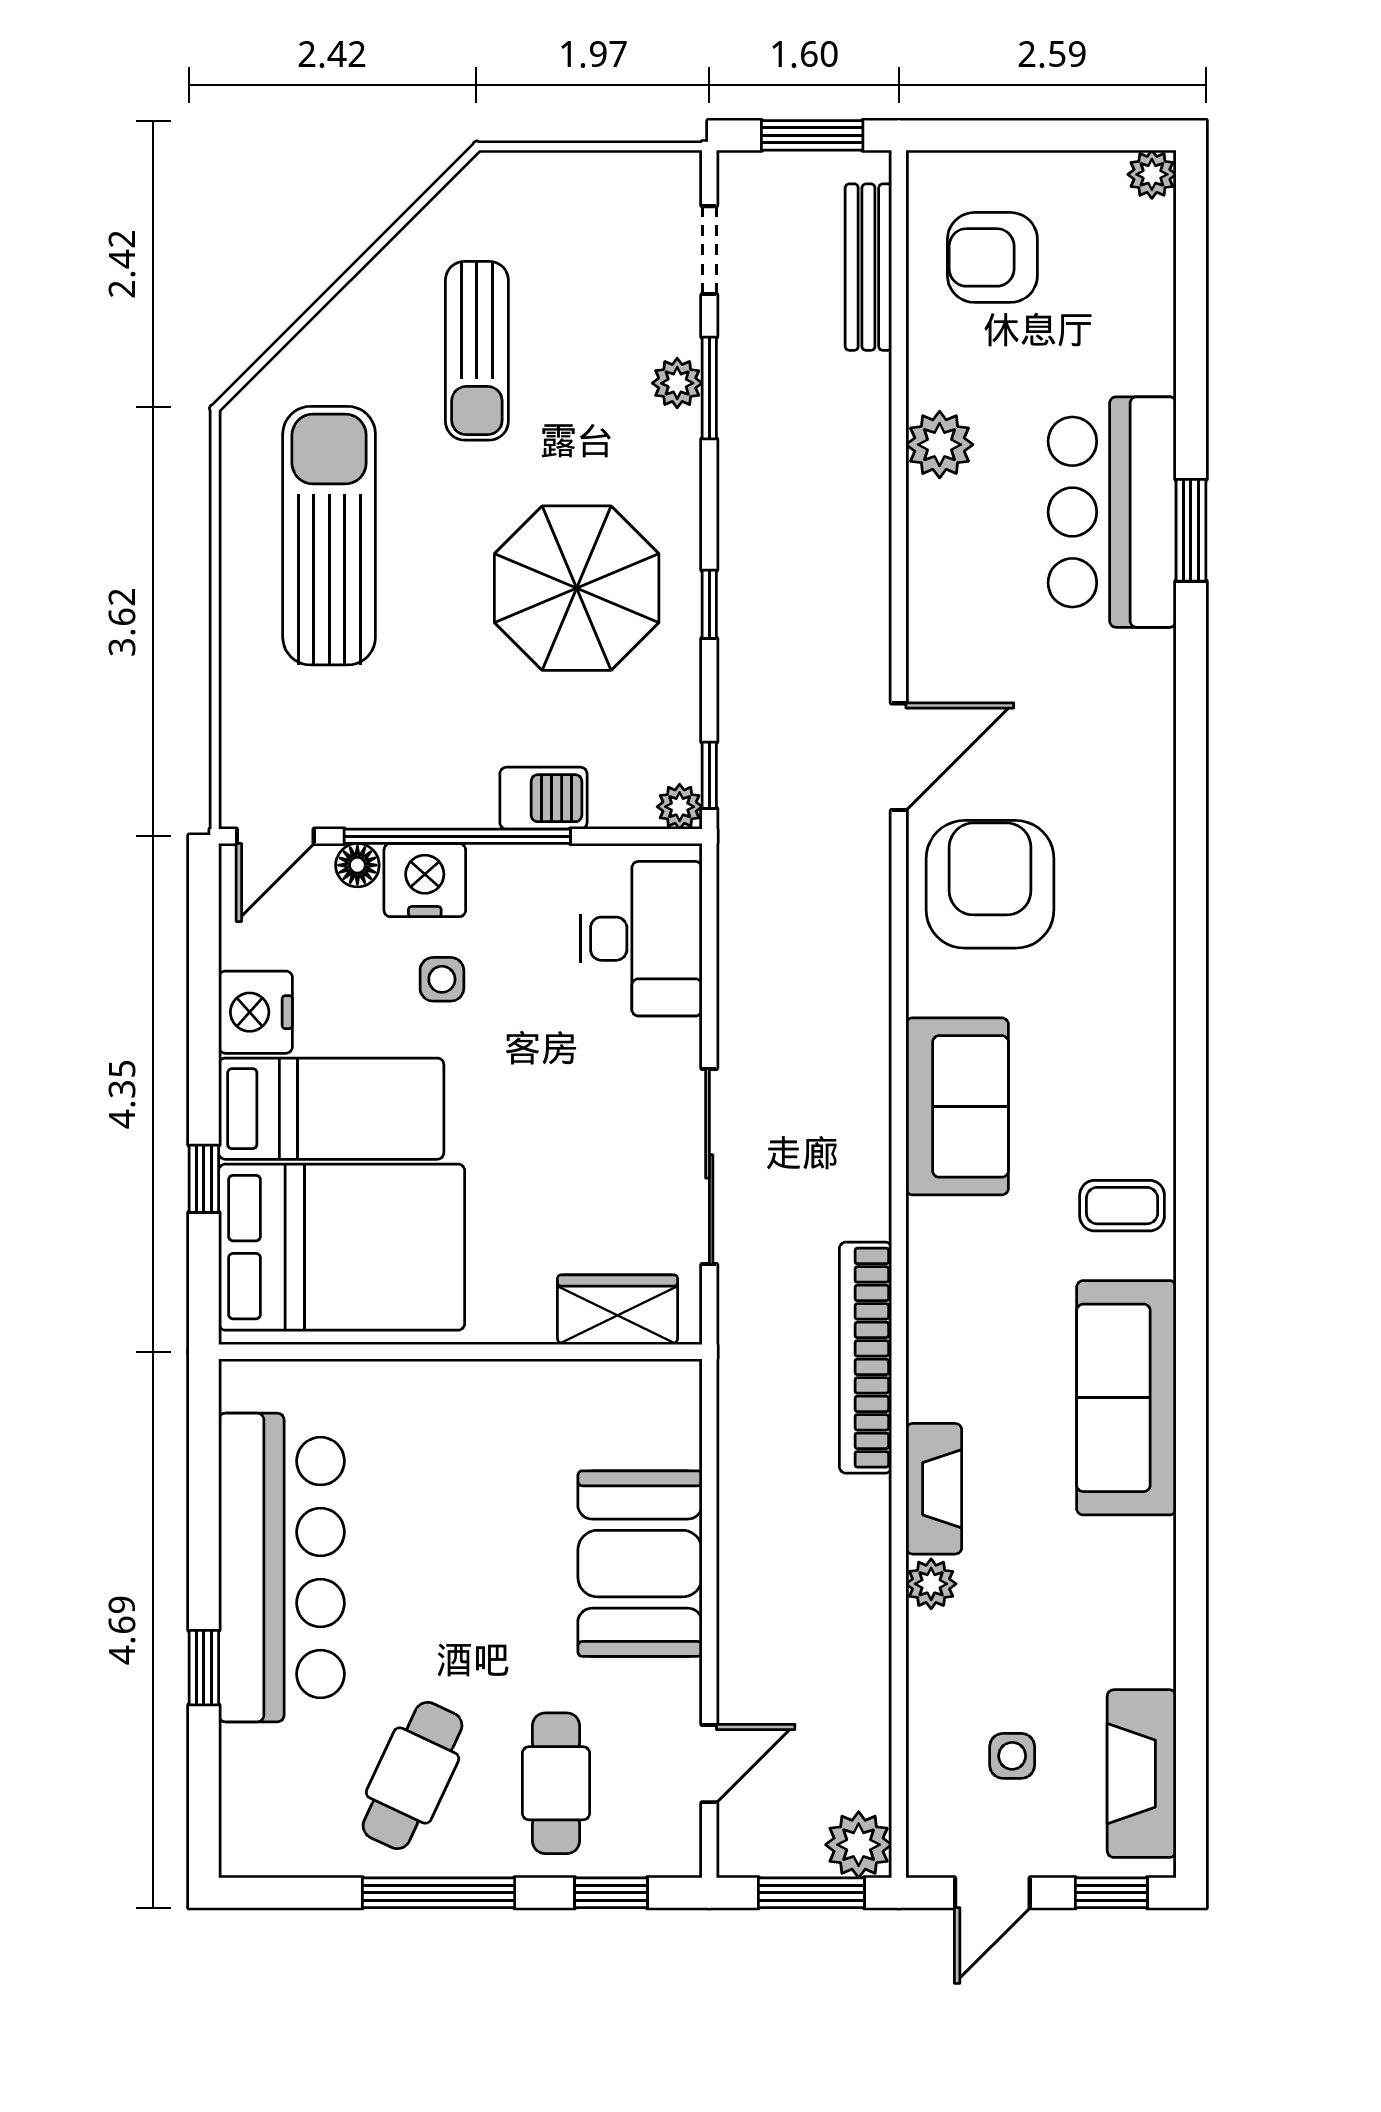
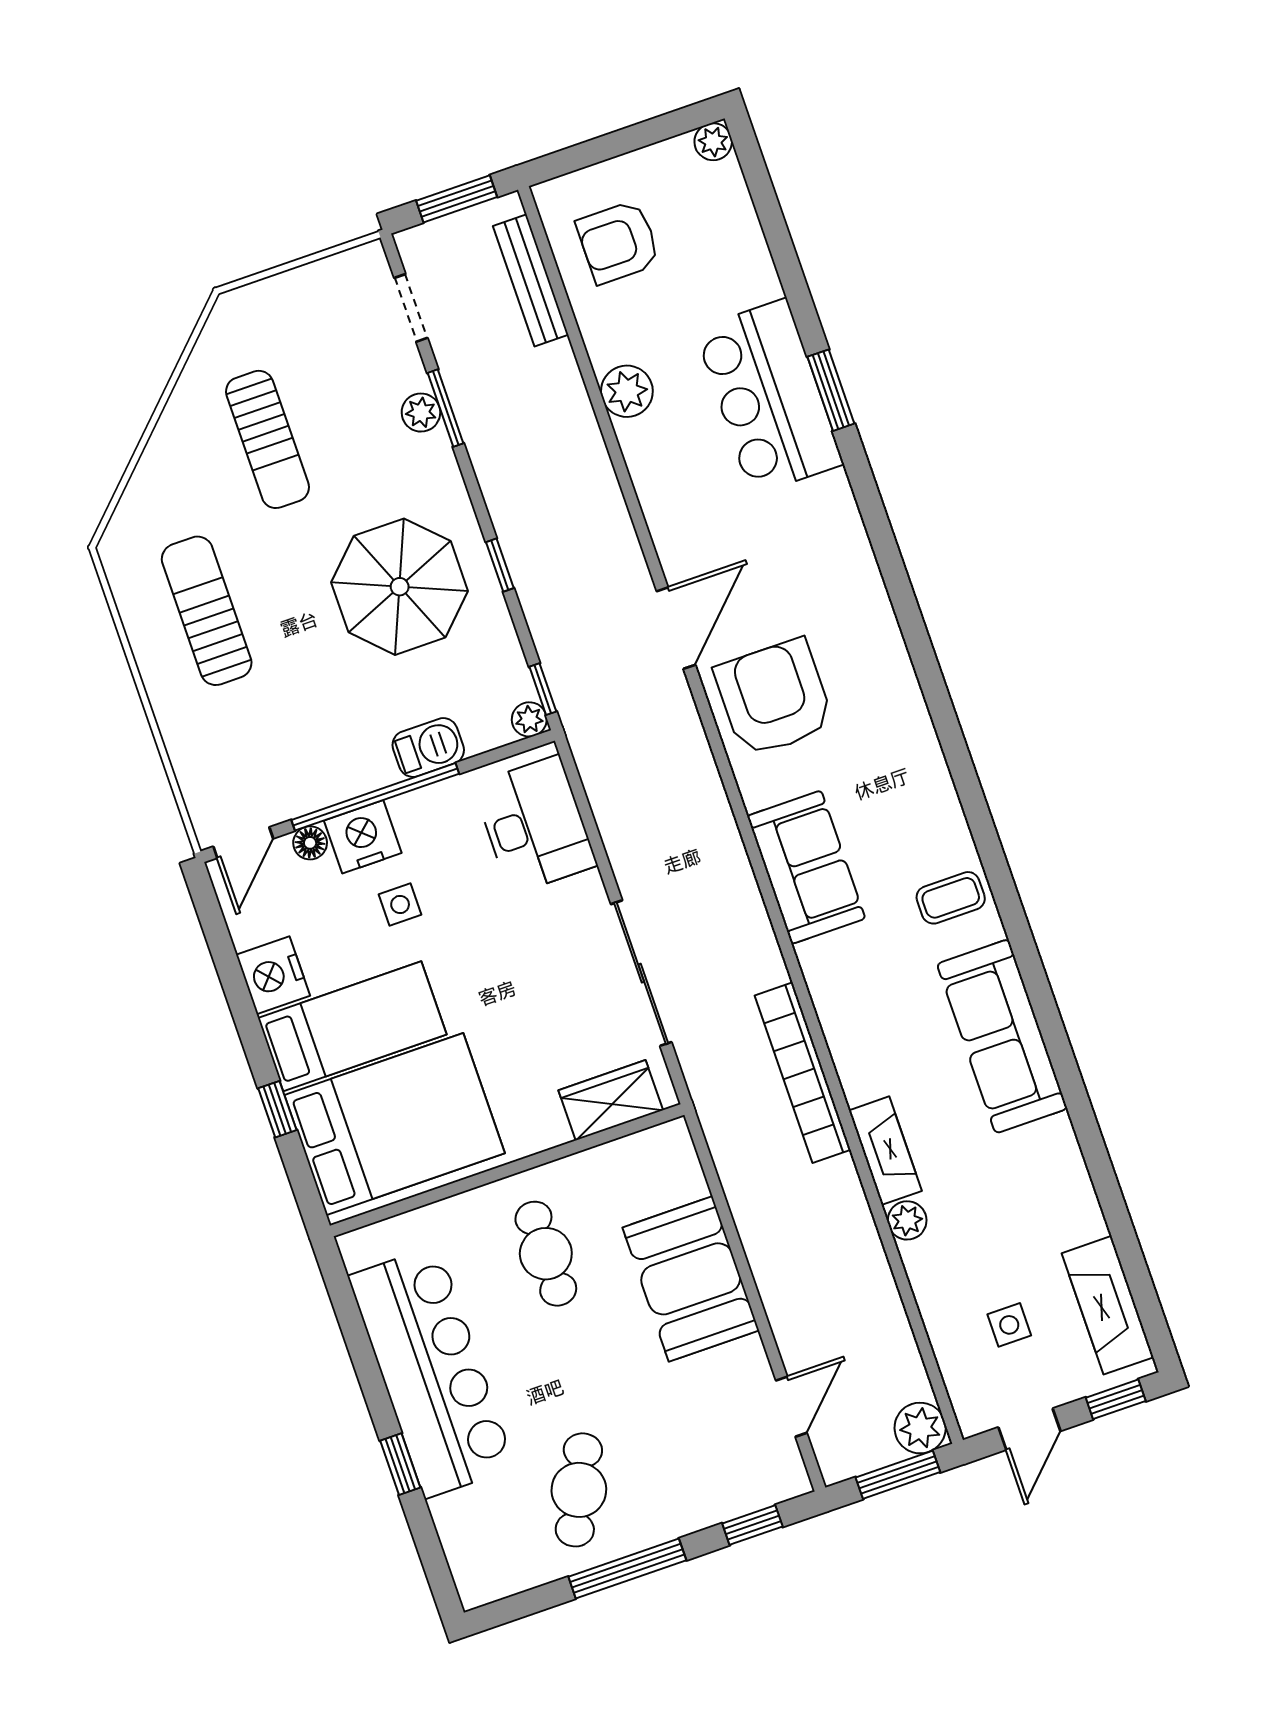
sun lounger: (329, 536) -> (207, 611), width x0.73, depth x0.75
cafe table: (556, 1783) -> (546, 1254), moved

